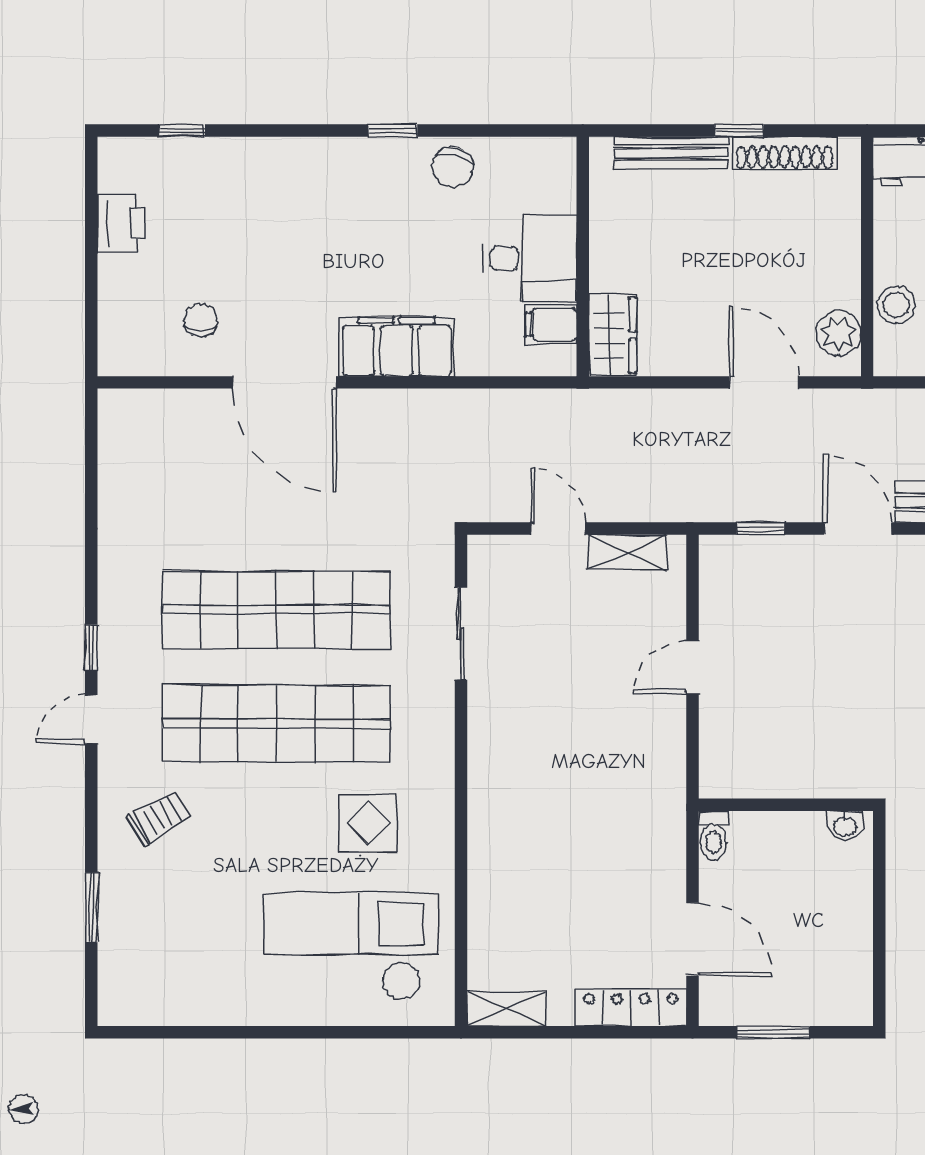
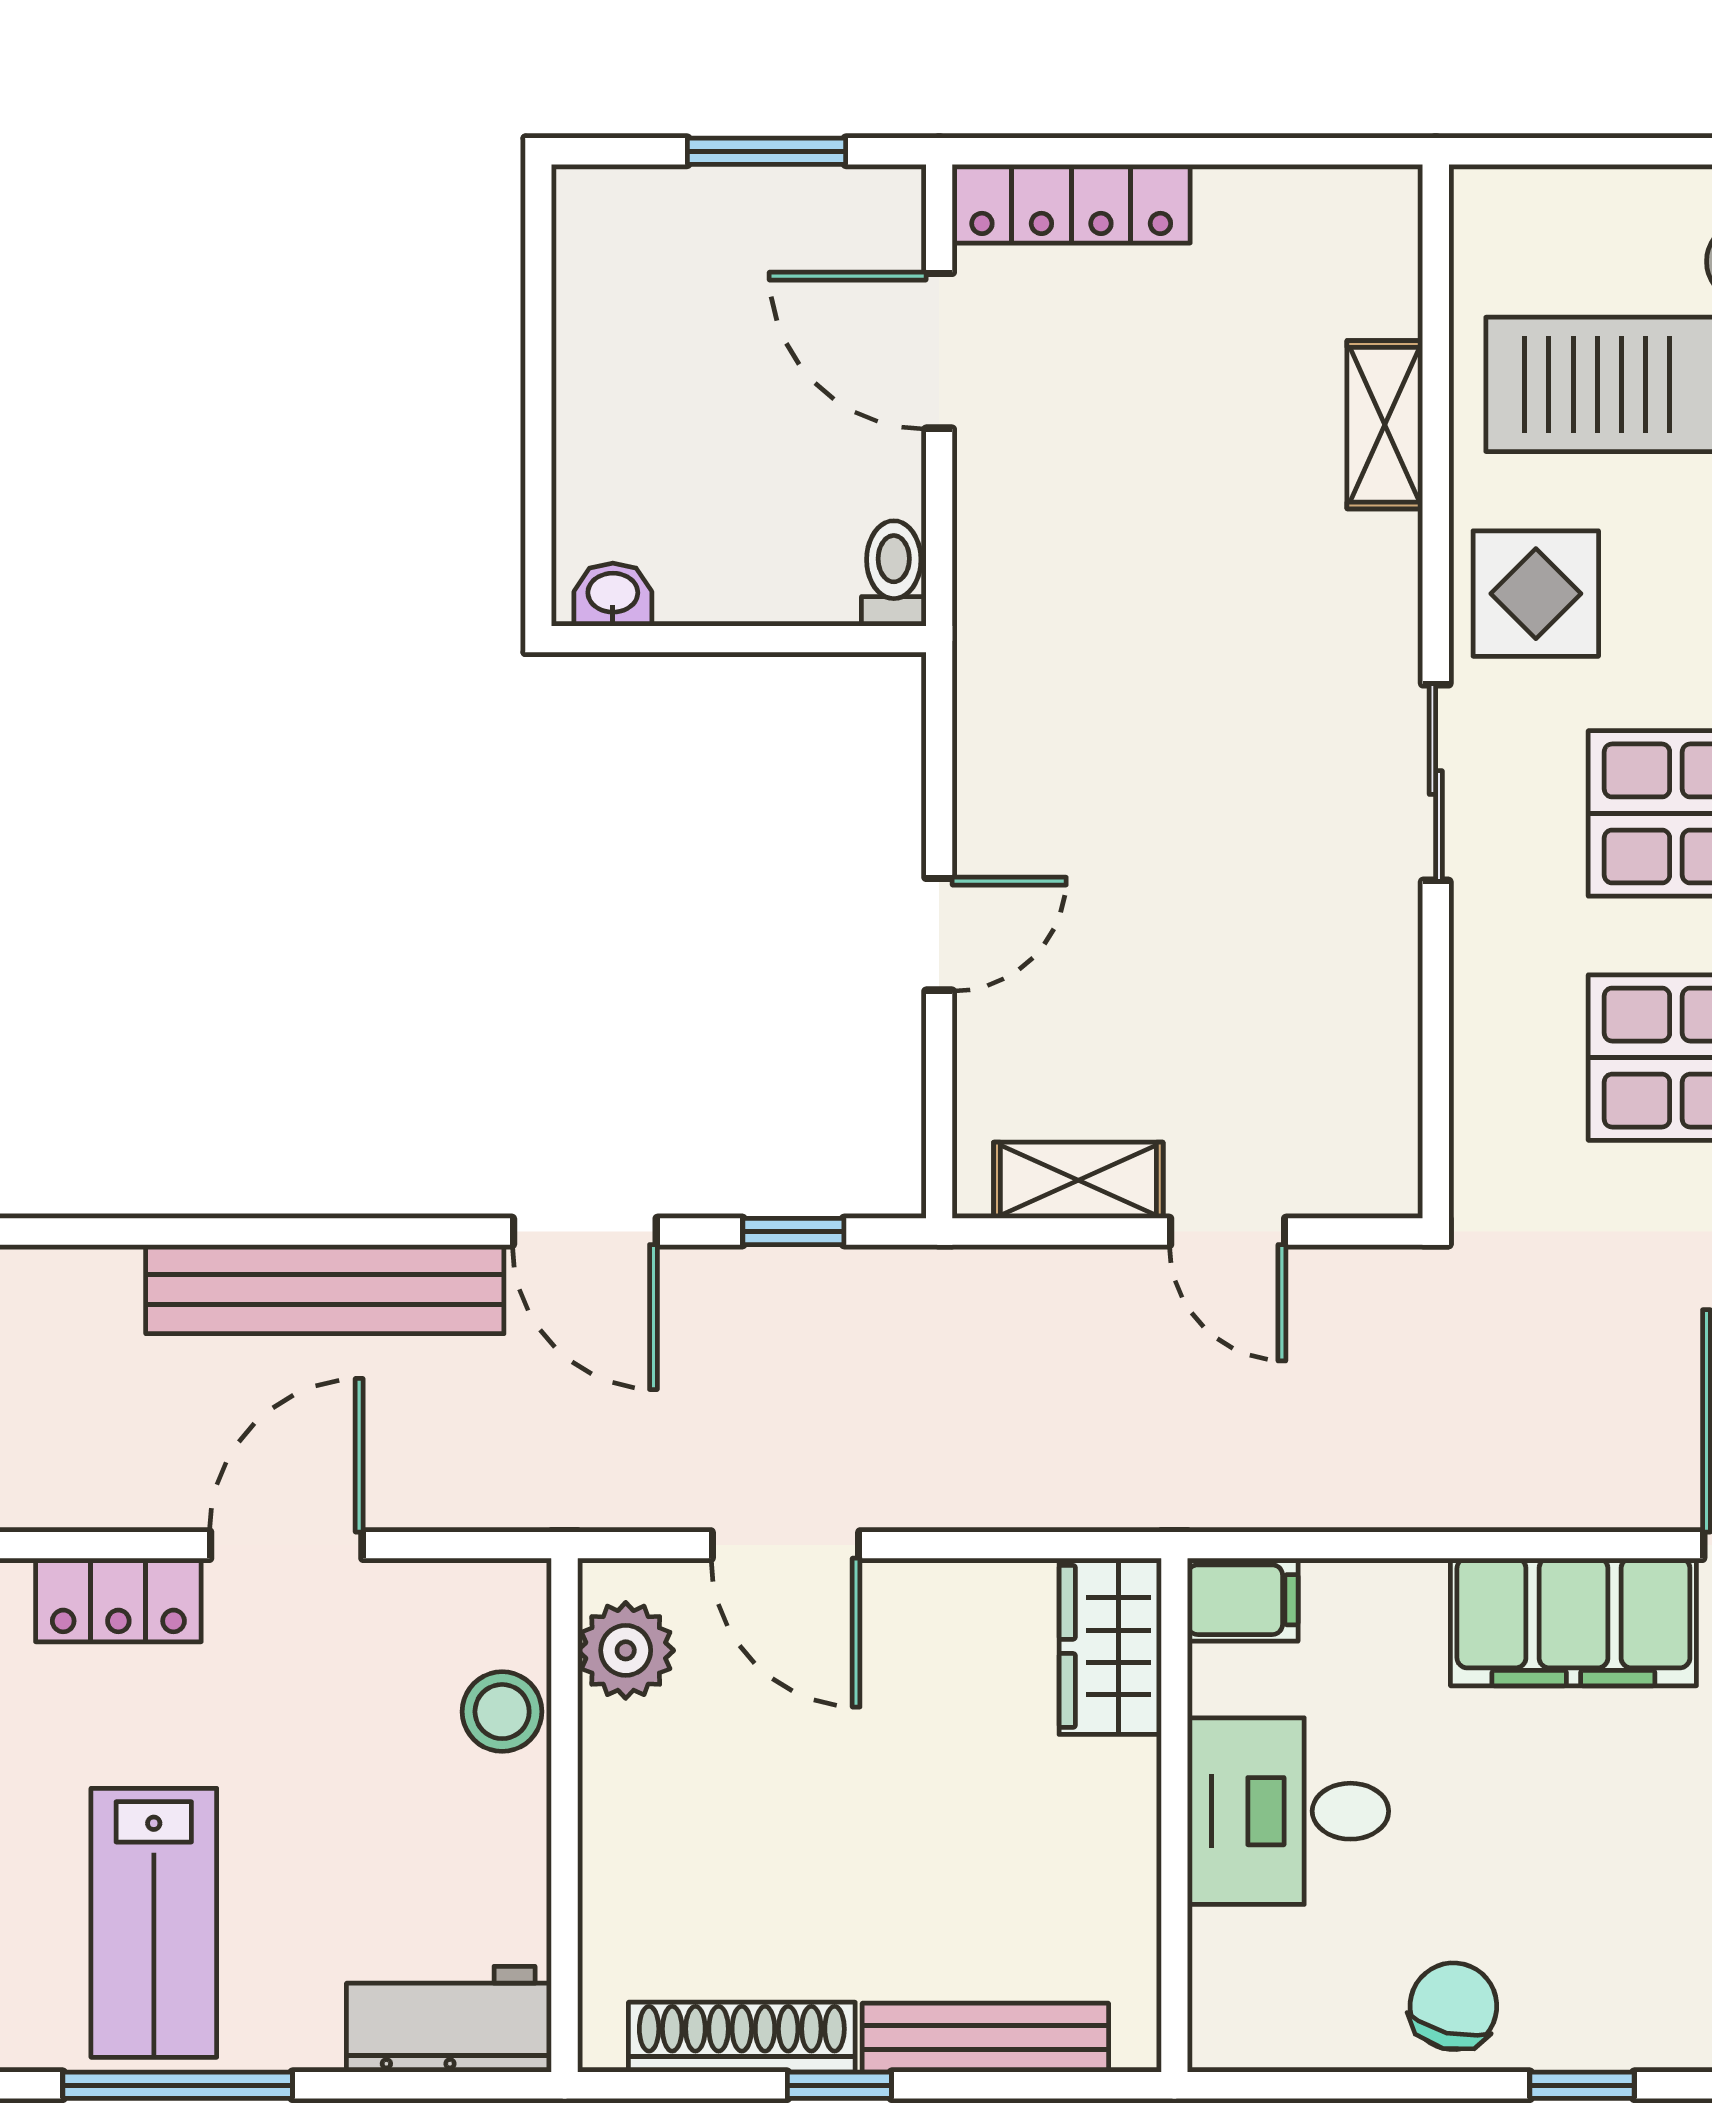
filing cabinet: (551, 324) -> (1243, 1600), moved
sliding door: (461, 634) -> (1436, 783), moved
display table: (368, 823) -> (1536, 594), moved
shelving: (506, 1009) -> (1385, 425), moved, turned 90

